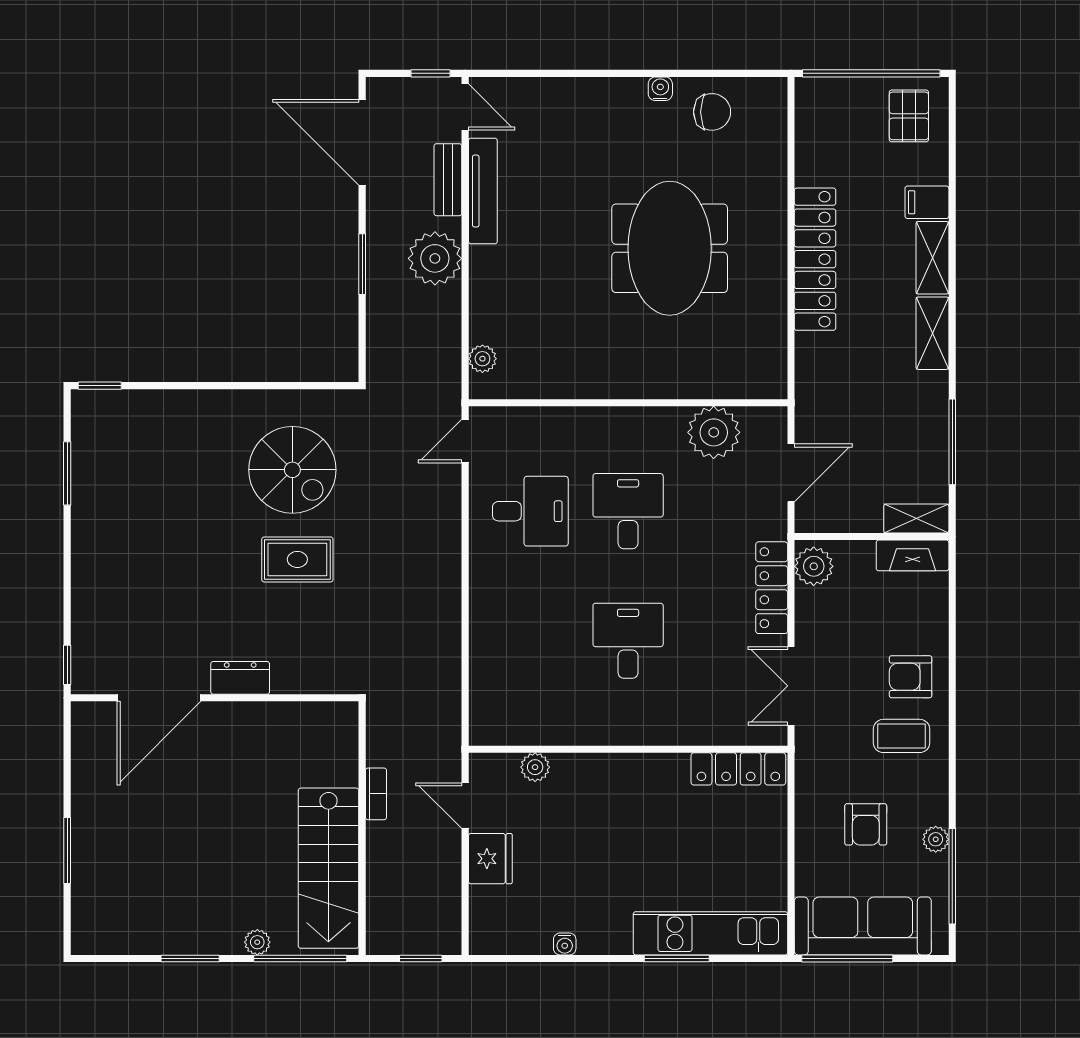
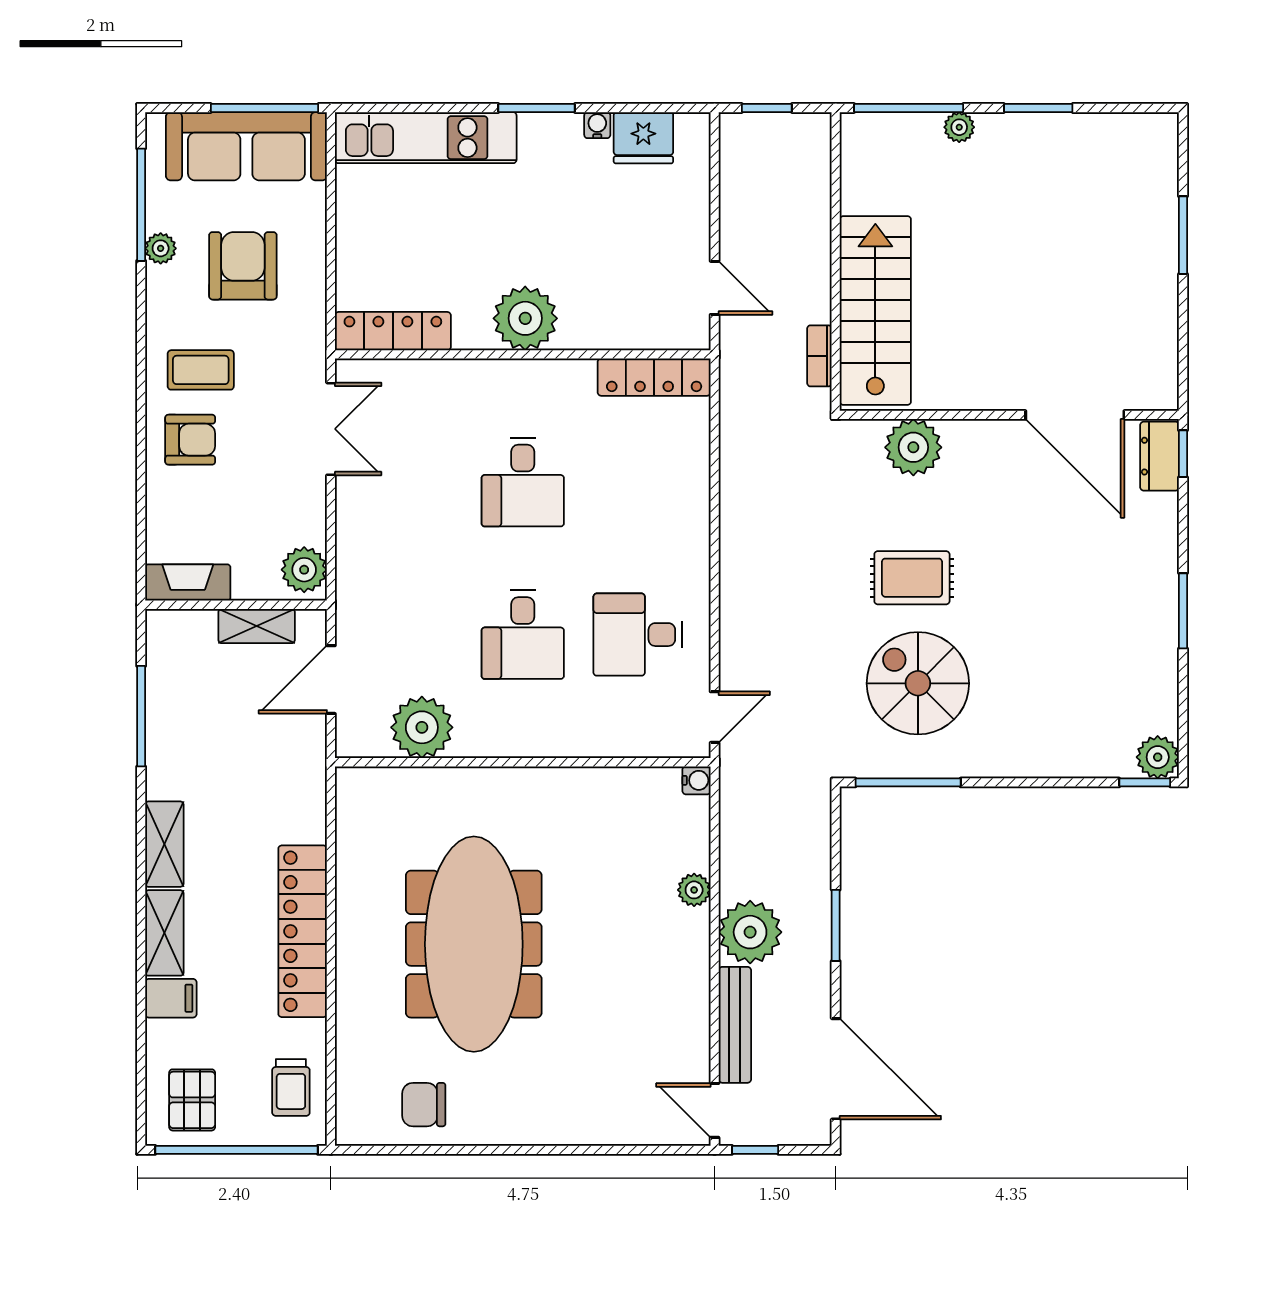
water cooler: (660, 89) -> (696, 780), moved, turned -90
trolley: (825, 126) -> (291, 1087), added
bench: (448, 180) -> (735, 1025), width x1.36
tv unit: (483, 191) -> (694, 1011), removed
meeting table: (670, 248) -> (474, 944), width x1.36
plant: (482, 359) -> (694, 890), moved
window: (301, 386) -> (908, 782), added
plant: (89, 407) -> (1158, 757), added
window: (67, 473) -> (1183, 611), moved
shelving: (916, 518) -> (257, 626), moved
locker: (772, 588) -> (654, 377), moved, turned 90
plant: (296, 670) -> (913, 447), added
dresser: (240, 678) -> (1160, 456), moved, turned 90
door: (159, 698) -> (1075, 415), swing flipped
plant: (535, 767) -> (525, 318), moved, width x1.88, depth x1.88
bookcase: (376, 794) -> (819, 356), moved
armchair: (866, 824) -> (243, 266), width x1.38, depth x1.38
fridge: (490, 859) -> (643, 138), moved, turned -90
stairs: (328, 868) -> (875, 310), moved
window: (677, 958) -> (537, 108), moved

